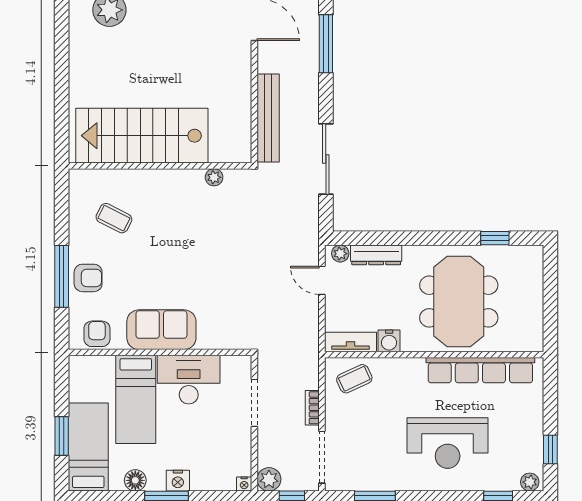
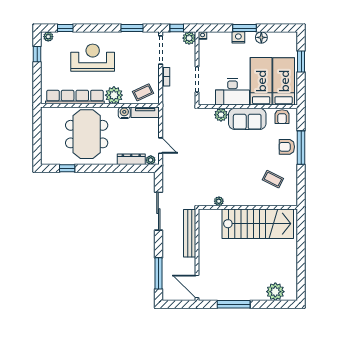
plant: (210, 337) -> (221, 115), added
plant: (408, 373) -> (114, 95), added
bed: (88, 447) -> (284, 81), moved, turned 180

